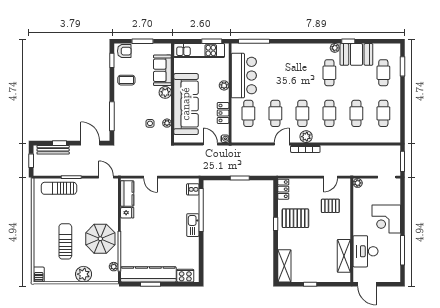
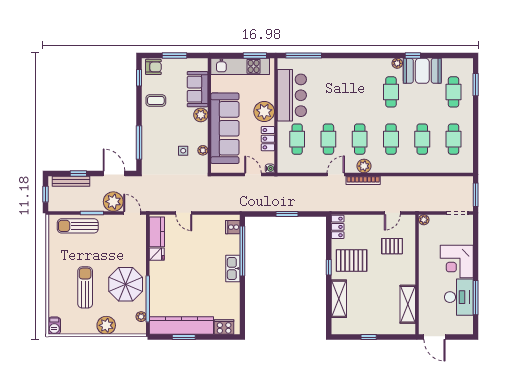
plant: (224, 85) -> (264, 112), width x1.88, depth x1.88
plant: (90, 167) -> (113, 202), added
desk: (365, 251) -> (459, 297), moved, turned 180
shelving: (284, 266) -> (339, 299), moved

